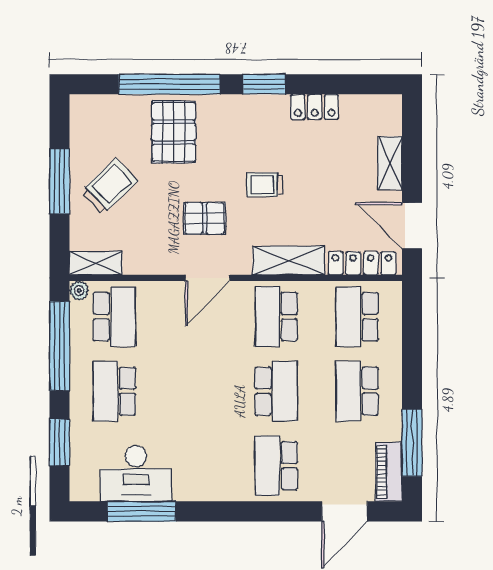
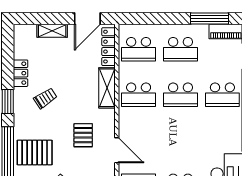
trolley: (265, 184) -> (45, 98), moved, turned -123
door: (208, 278) -> (117, 150), moved
school desk: (276, 391) -> (180, 95), turned 180

